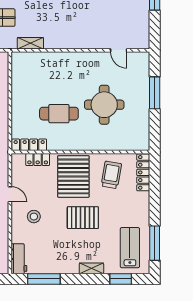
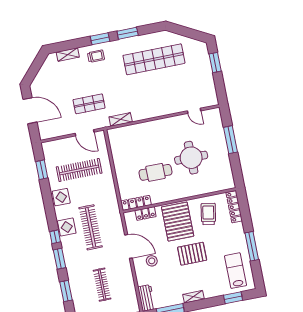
door: (10, 194) -> (128, 246), width x1.88
window: (155, 243) -> (252, 246), moved
shelving: (91, 268) -> (193, 297), moved

